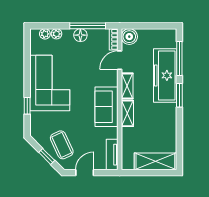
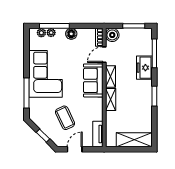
window: (88, 26) -> (54, 26), moved
window: (155, 26) -> (134, 26), added
freezer: (165, 75) -> (144, 68), width x0.52, depth x0.79
window: (179, 95) -> (154, 96), moved
window: (27, 106) -> (26, 93), width x2.17
sofa: (107, 107) -> (93, 80), moved
coffee table: (62, 145) -> (65, 118), moved

